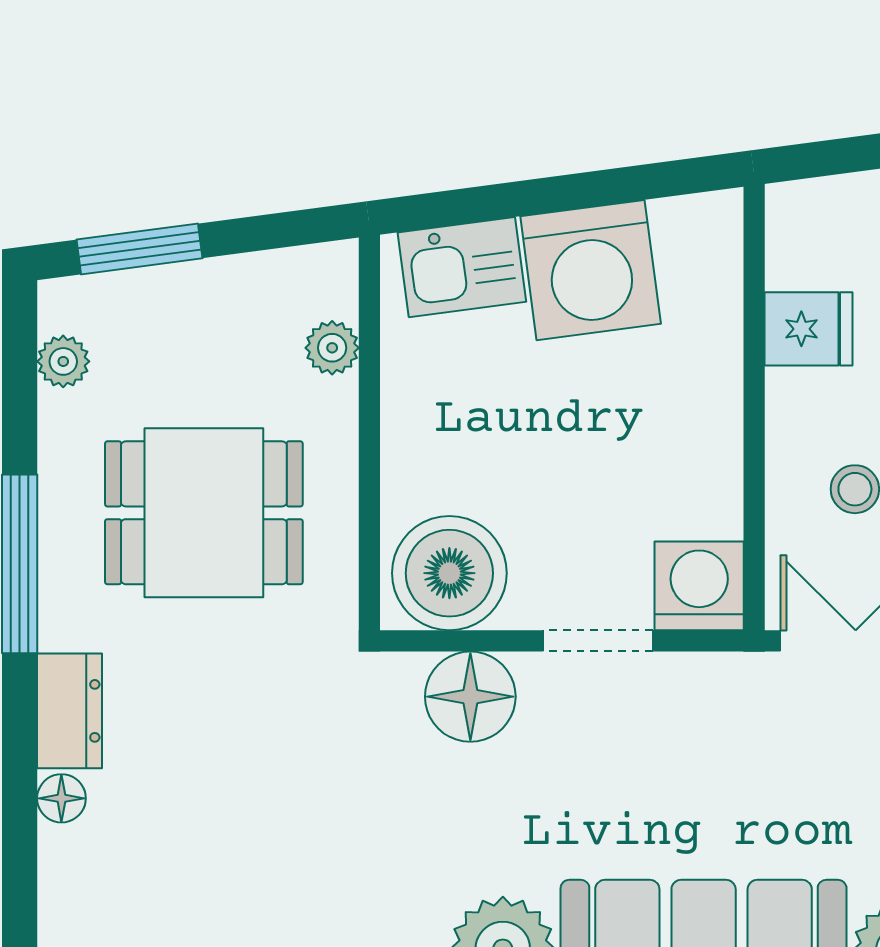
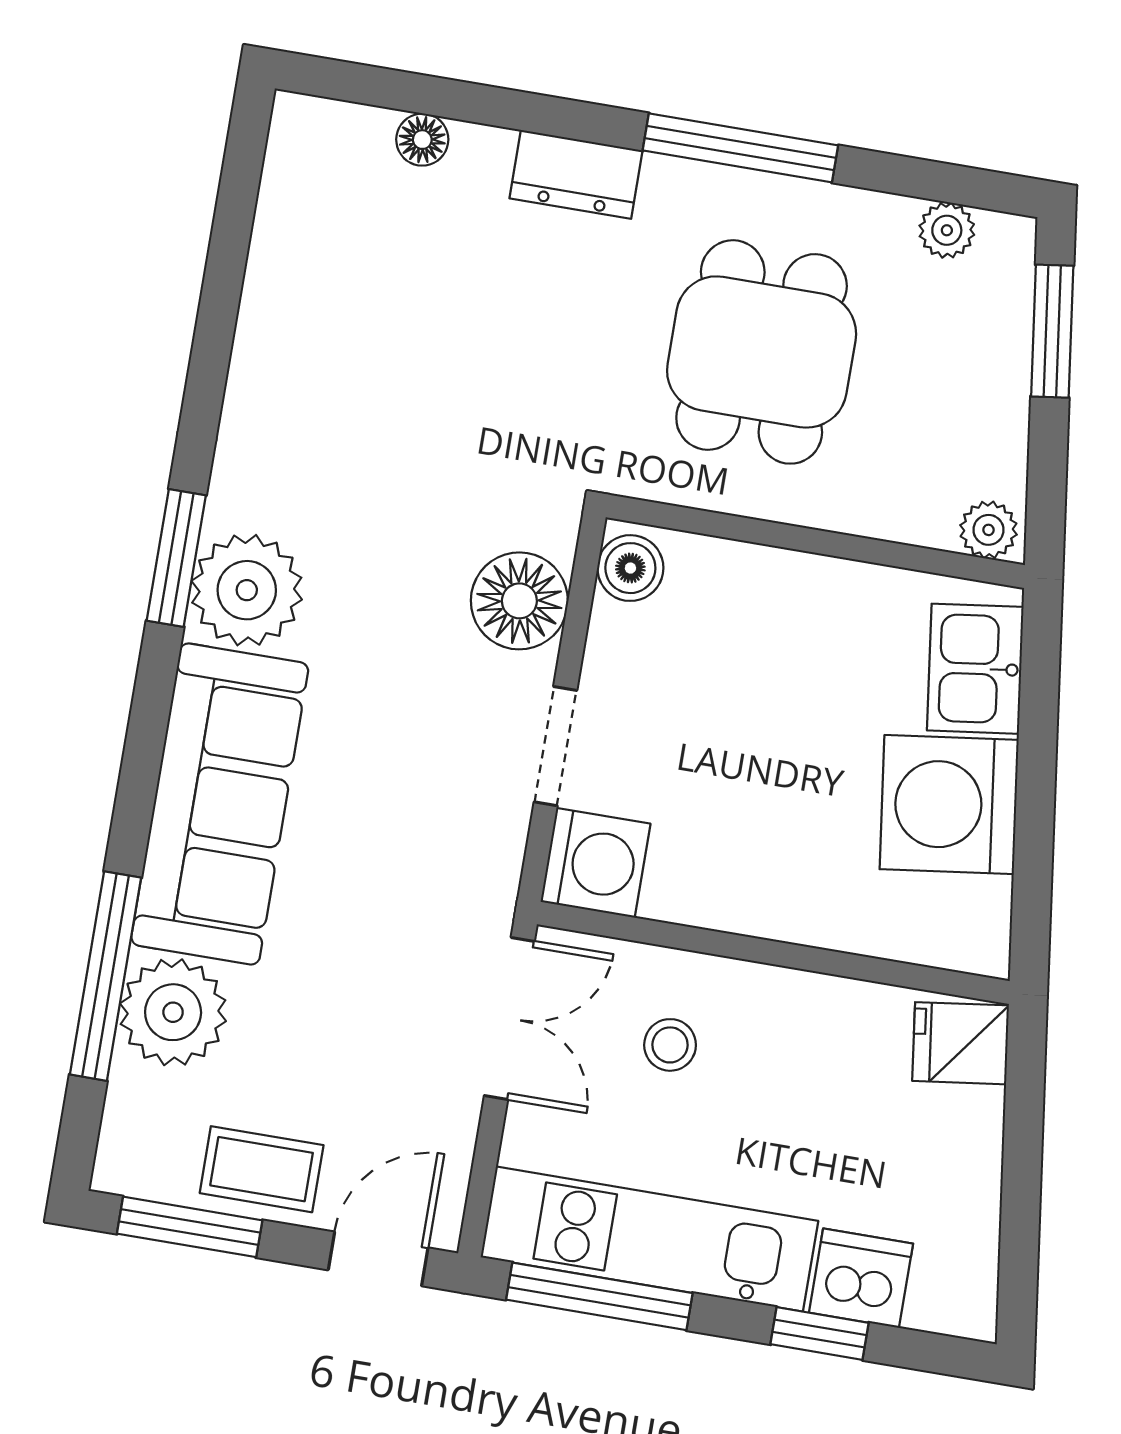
fridge: (808, 329) -> (961, 1043), moved, turned 82
plant: (332, 348) -> (988, 530), moved
boiler: (449, 573) -> (630, 568), width x0.54, depth x0.54
floor lamp: (61, 798) -> (422, 140), moved

